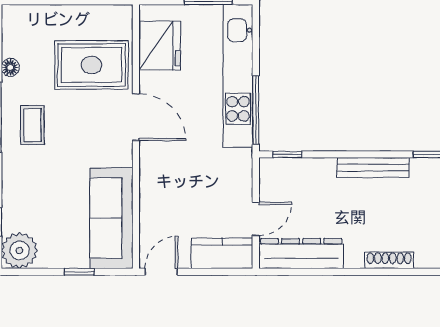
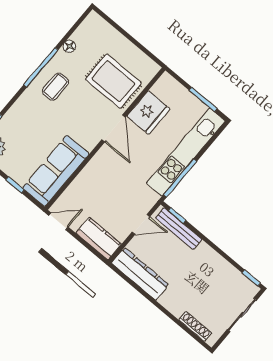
fridge: (160, 46) -> (148, 113), moved
bench: (373, 168) -> (179, 229), moved
door: (256, 219) -> (141, 224), moved
shoe rack: (389, 260) -> (195, 326), moved

